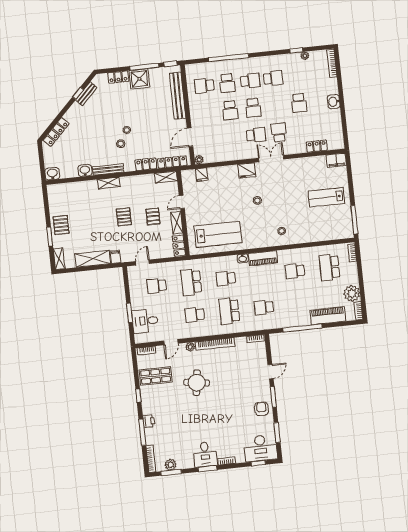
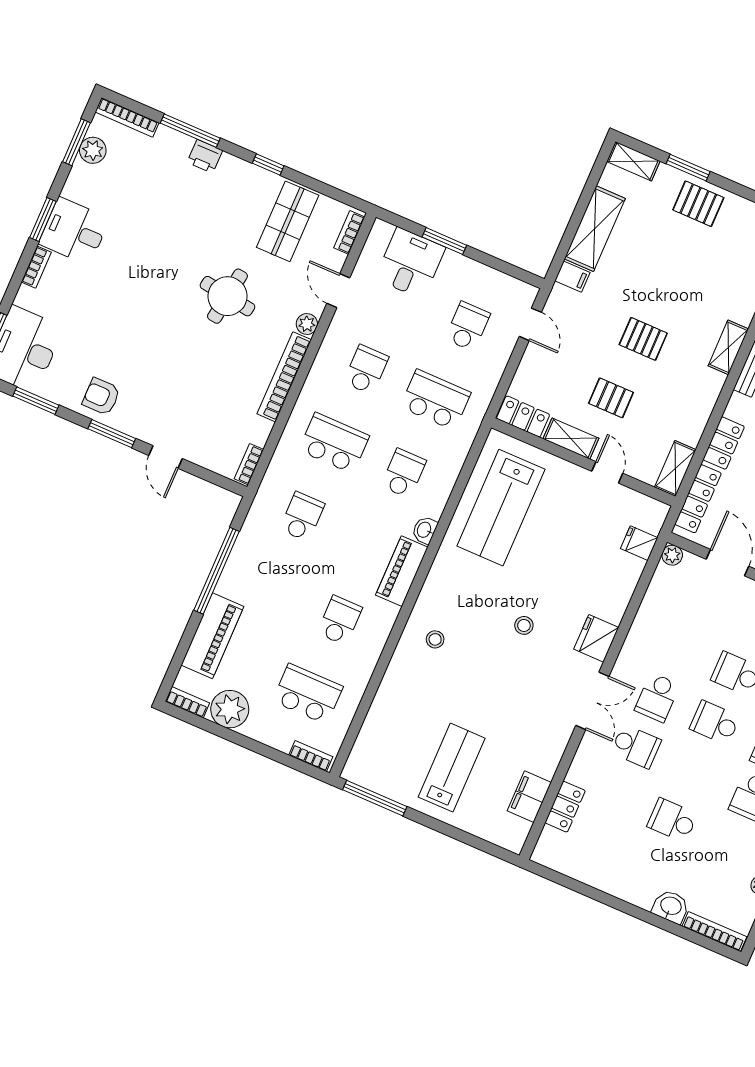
washbasin: (334, 102) -> (671, 906), moved
filing cabinet: (336, 160) -> (529, 797), moved
armchair: (262, 409) -> (101, 396), turned 180

